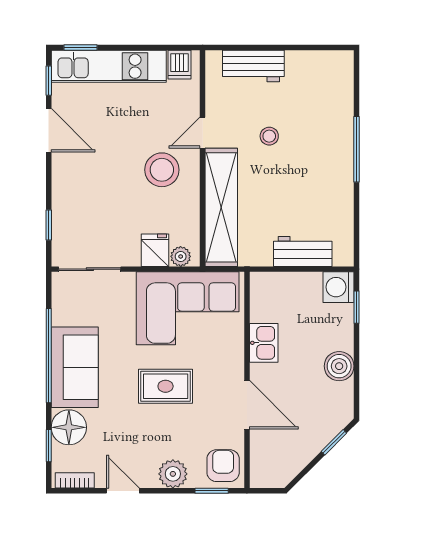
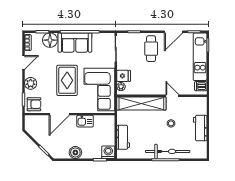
workbench: (253, 66) -> (200, 128), moved
bicycle: (337, 144) -> (168, 151), added
stool: (162, 170) -> (157, 79), removed
cafe table: (89, 184) -> (151, 49), added
rug: (166, 386) -> (67, 80), width x1.36, depth x1.43

